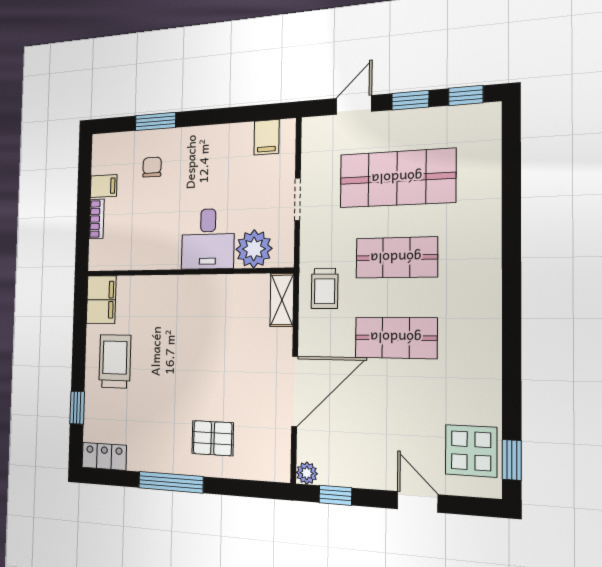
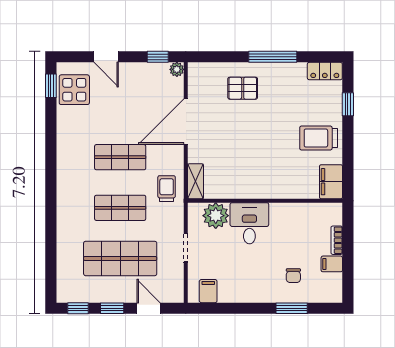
door: (354, 105) -> (149, 308), swing flipped
trolley: (115, 361) -> (319, 138), turned 90

